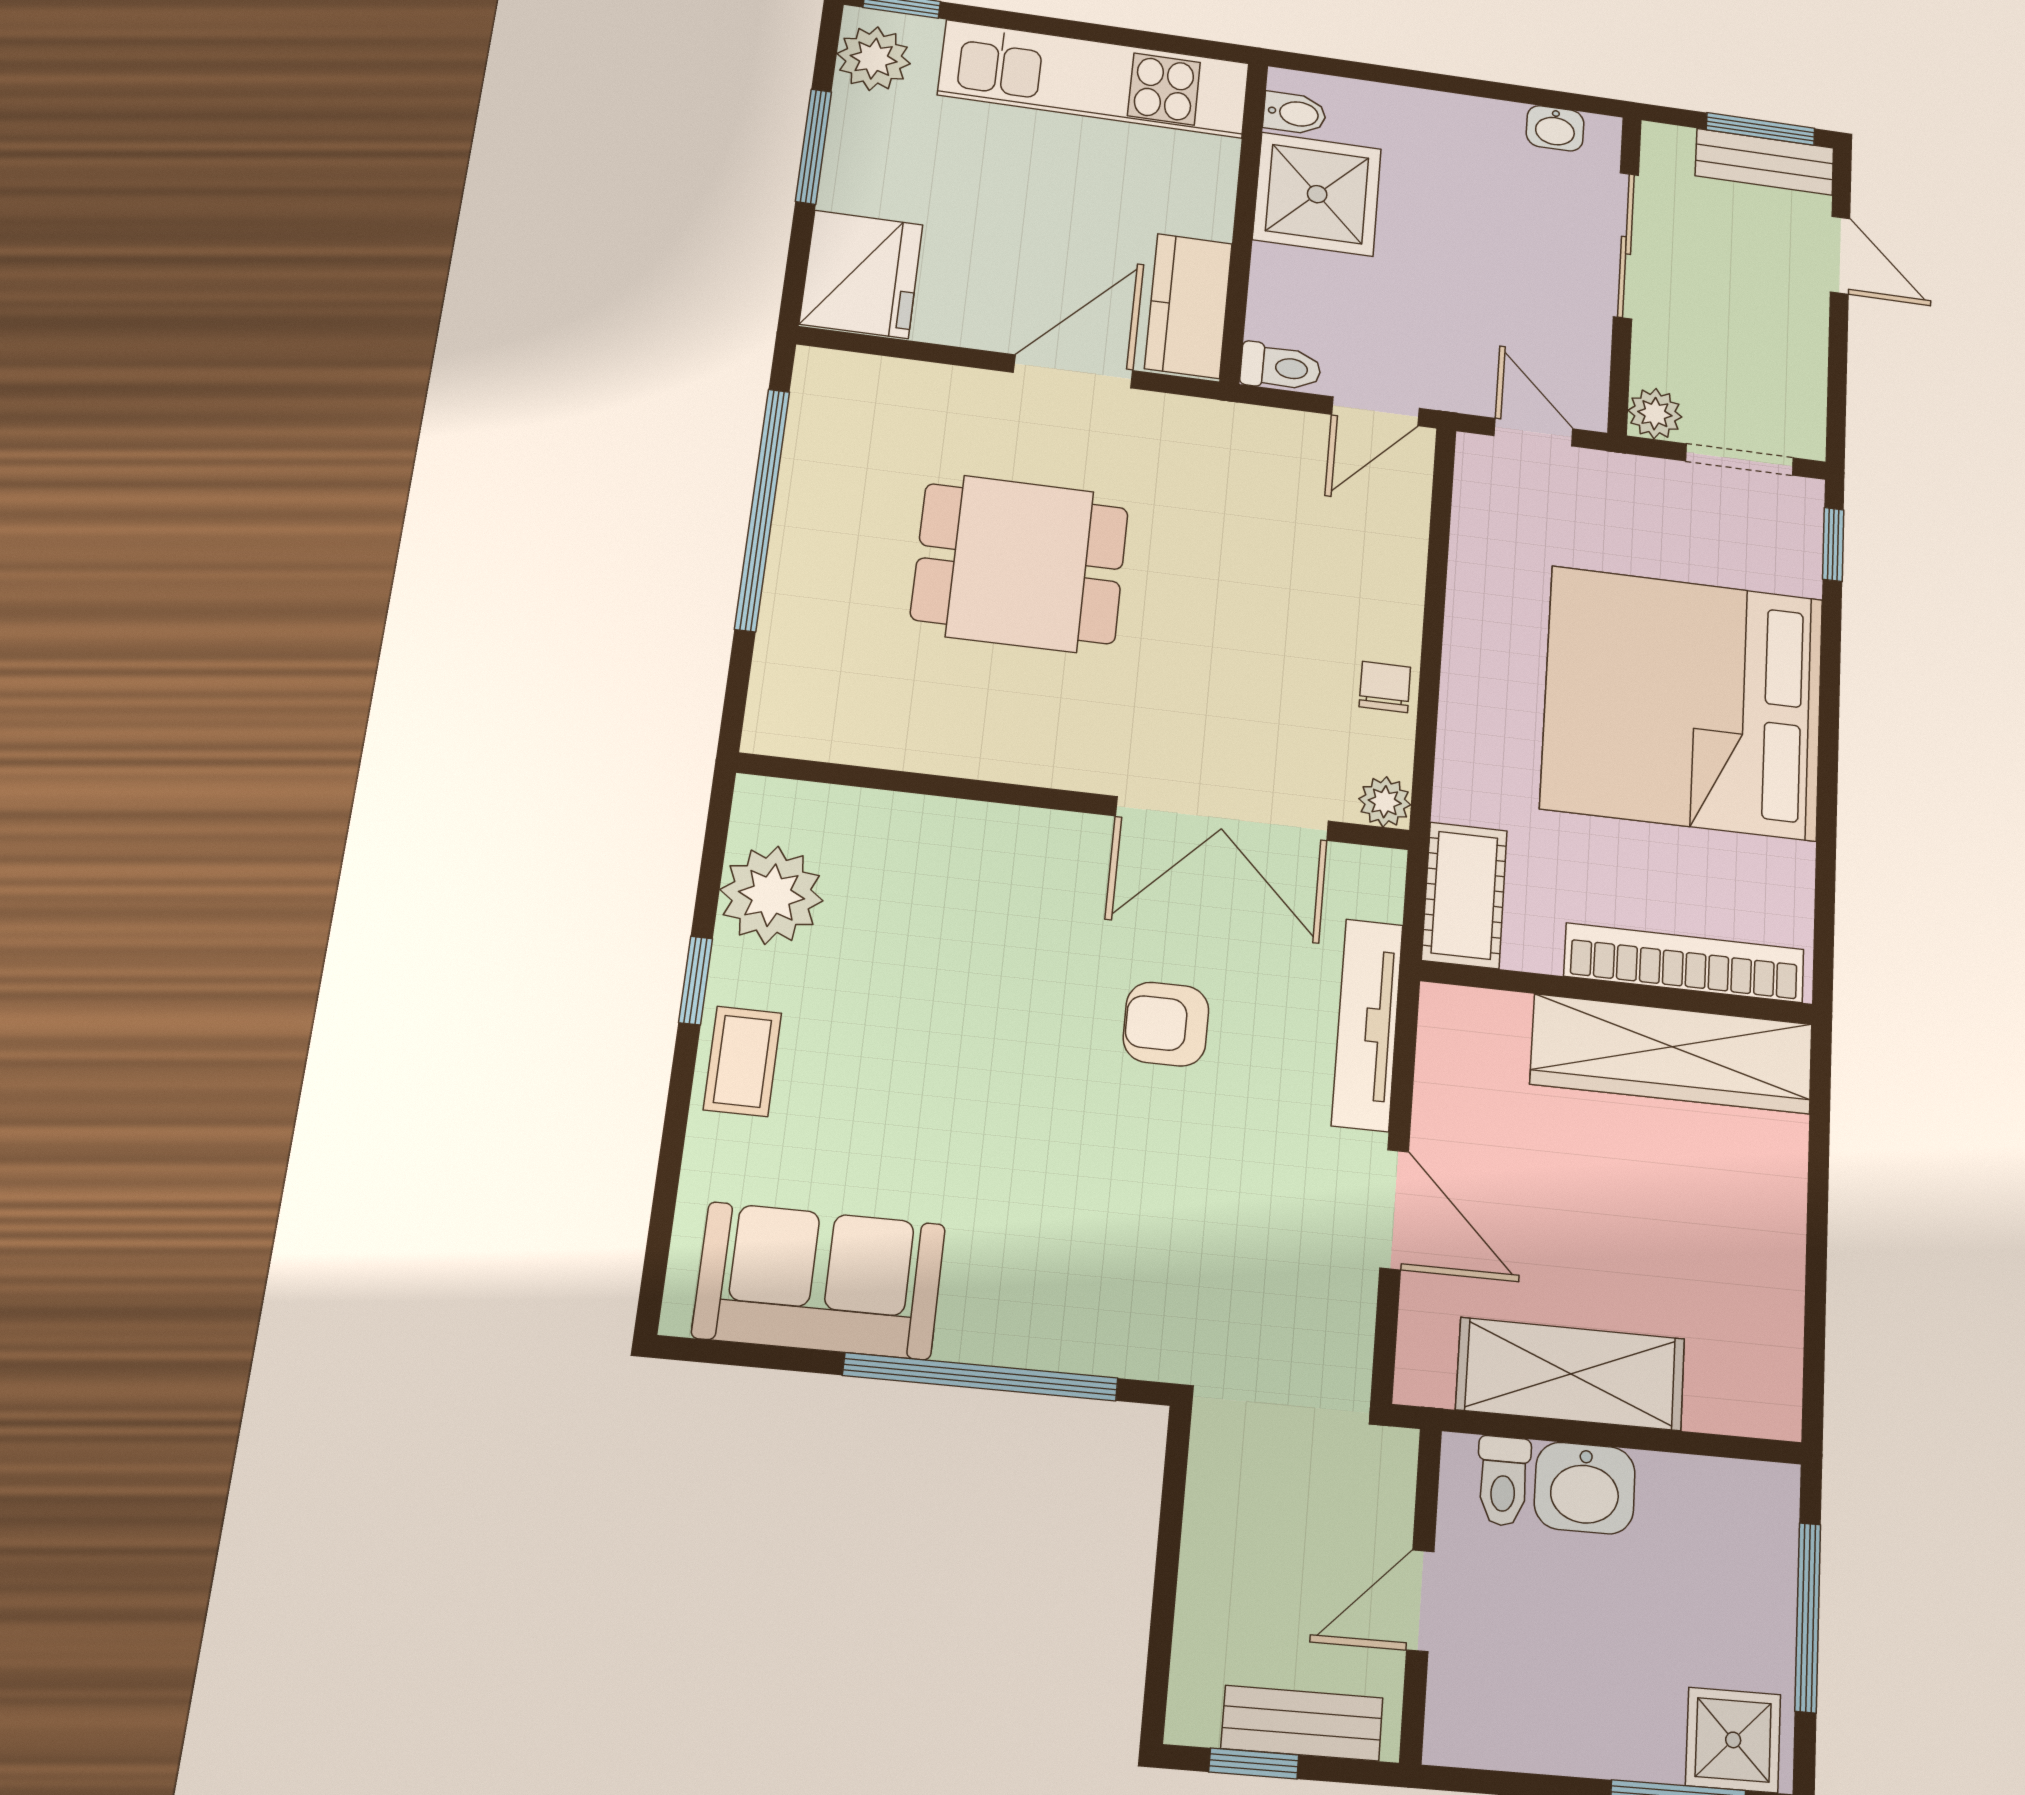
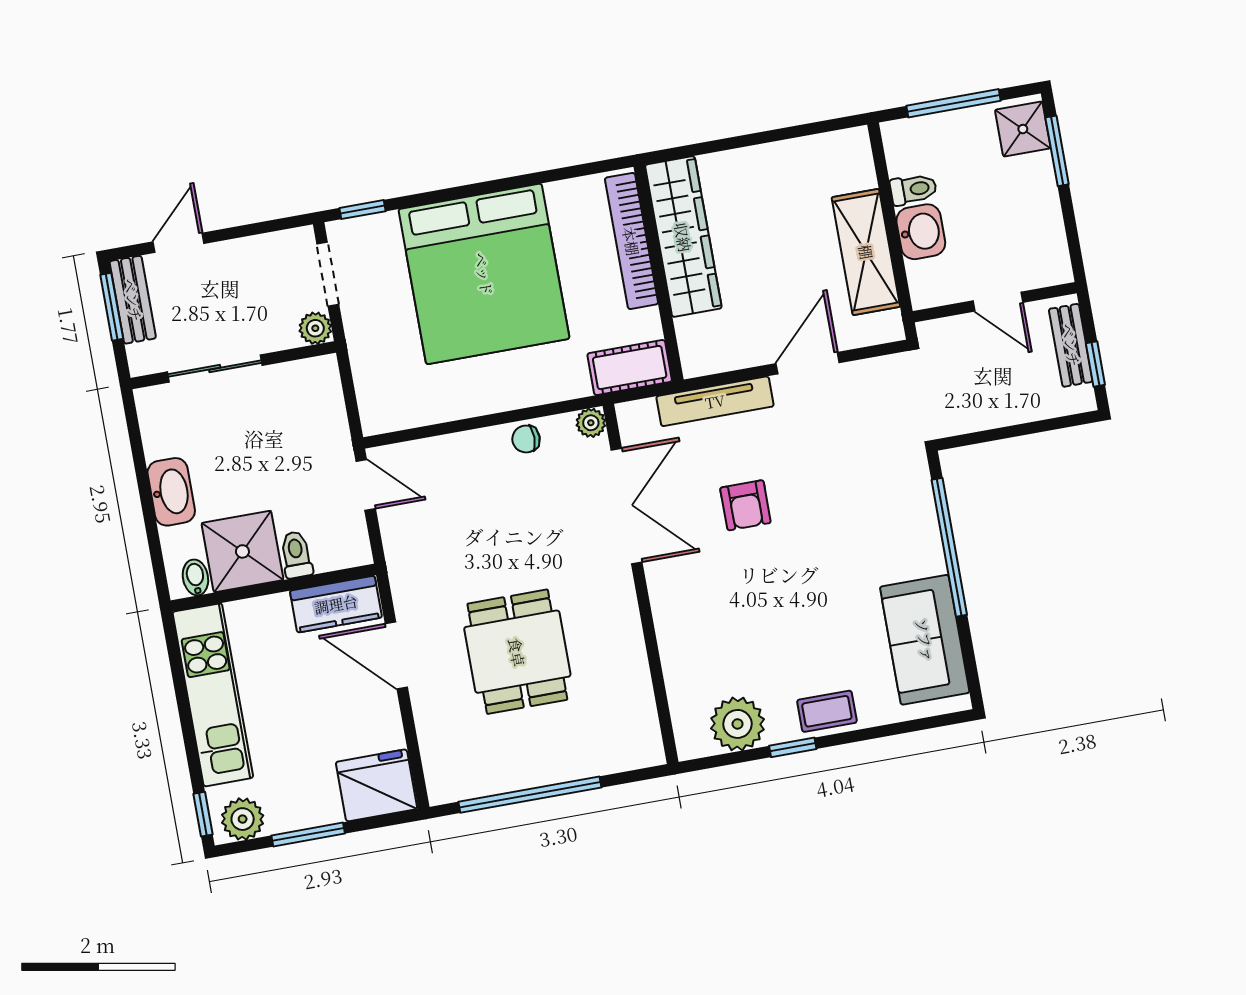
washbasin: (1555, 128) -> (171, 492), moved, width x1.91, depth x1.45
toilet: (1281, 367) -> (296, 555), moved
door: (1534, 432) -> (349, 394), removed
toilet: (1503, 1481) -> (913, 189), moved

